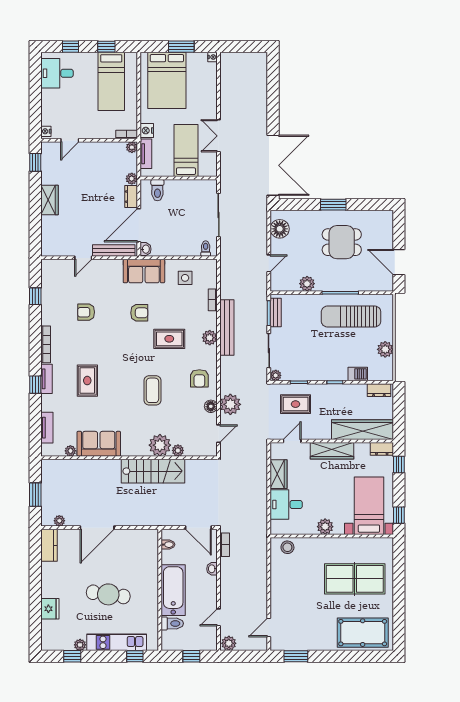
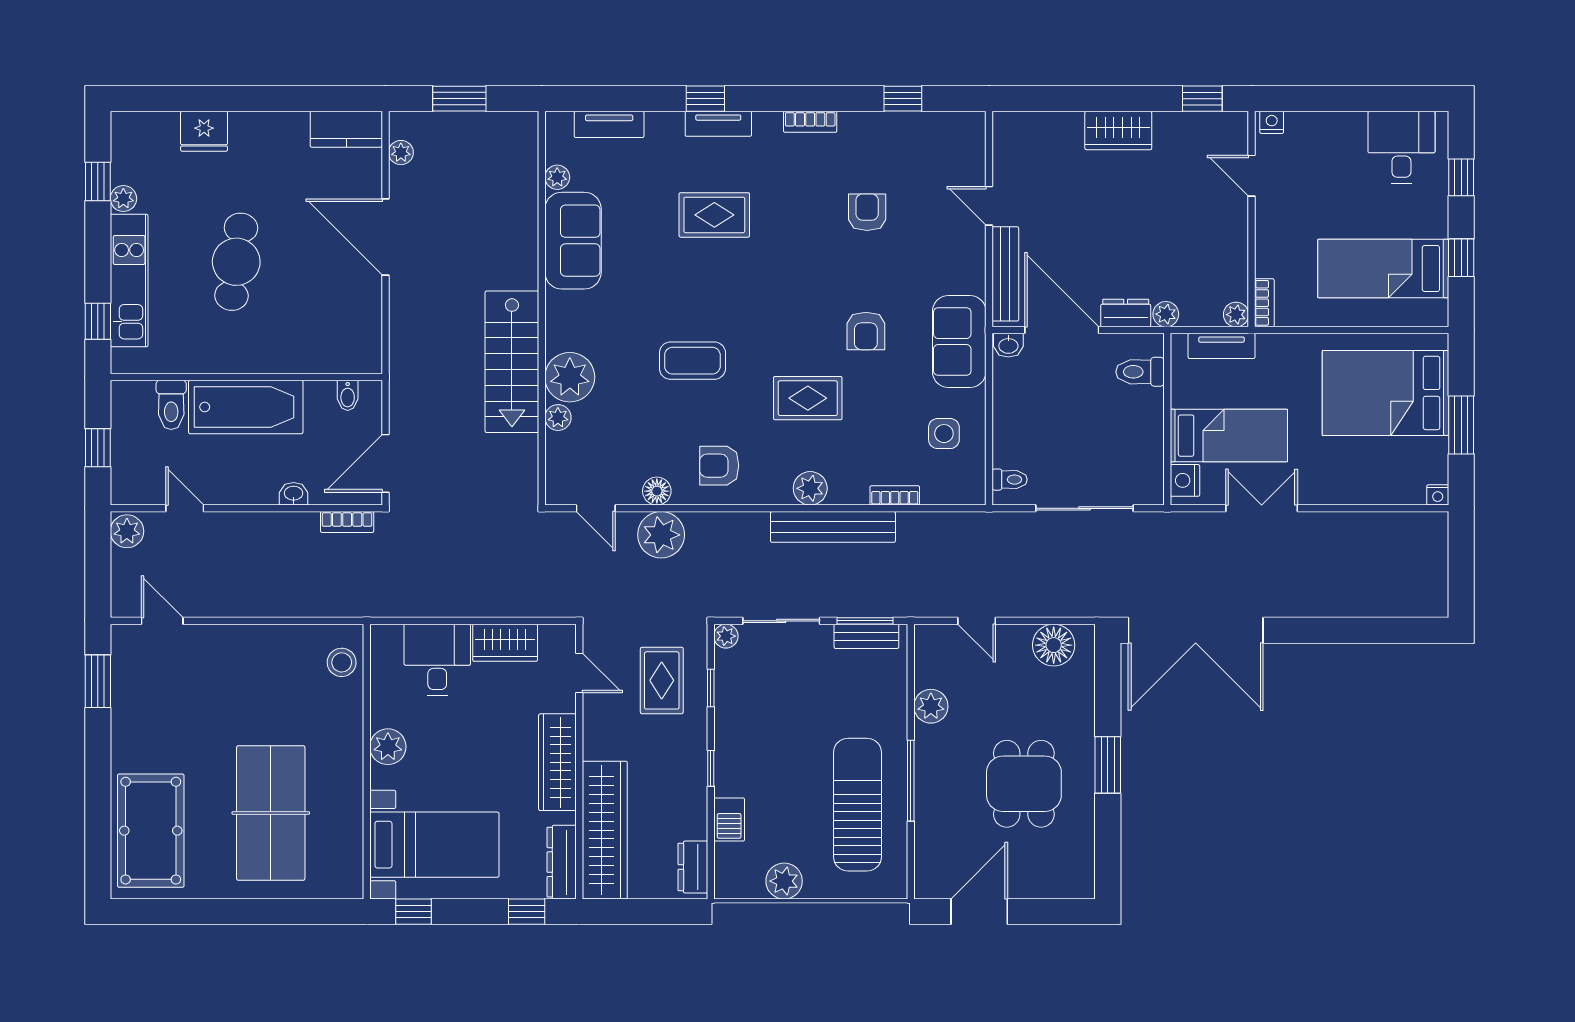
nightstand: (147, 131) -> (1185, 480), moved, turned -90
rug: (169, 339) -> (808, 398), turned 90
bookcase: (46, 344) -> (810, 122), width x0.64
dresser: (382, 449) -> (562, 862), width x1.44

